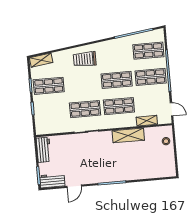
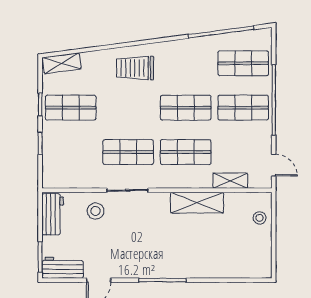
stool: (69, 146) -> (95, 211), added

